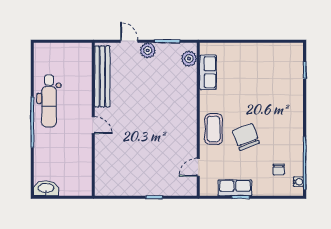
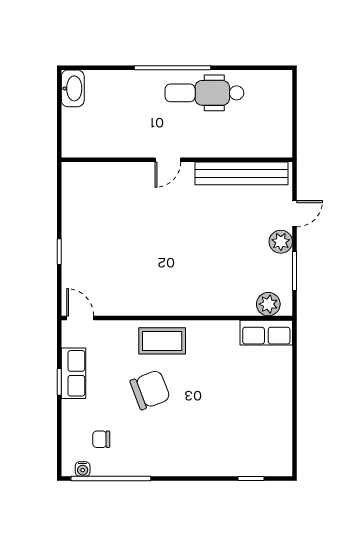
row of seats: (208, 72) -> (266, 333), moved
door: (198, 167) -> (80, 318), moved

